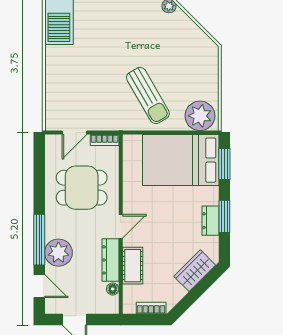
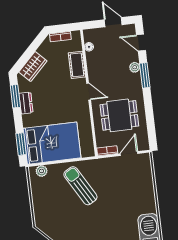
plant: (200, 116) -> (42, 171), width x0.53, depth x0.53
window: (224, 216) -> (15, 96), moved
door: (121, 226) -> (89, 91), swing flipped
window: (39, 240) -> (145, 75), width x0.69
plant: (58, 253) -> (135, 67), width x0.53, depth x0.53
dresser: (110, 260) -> (93, 67), removed

